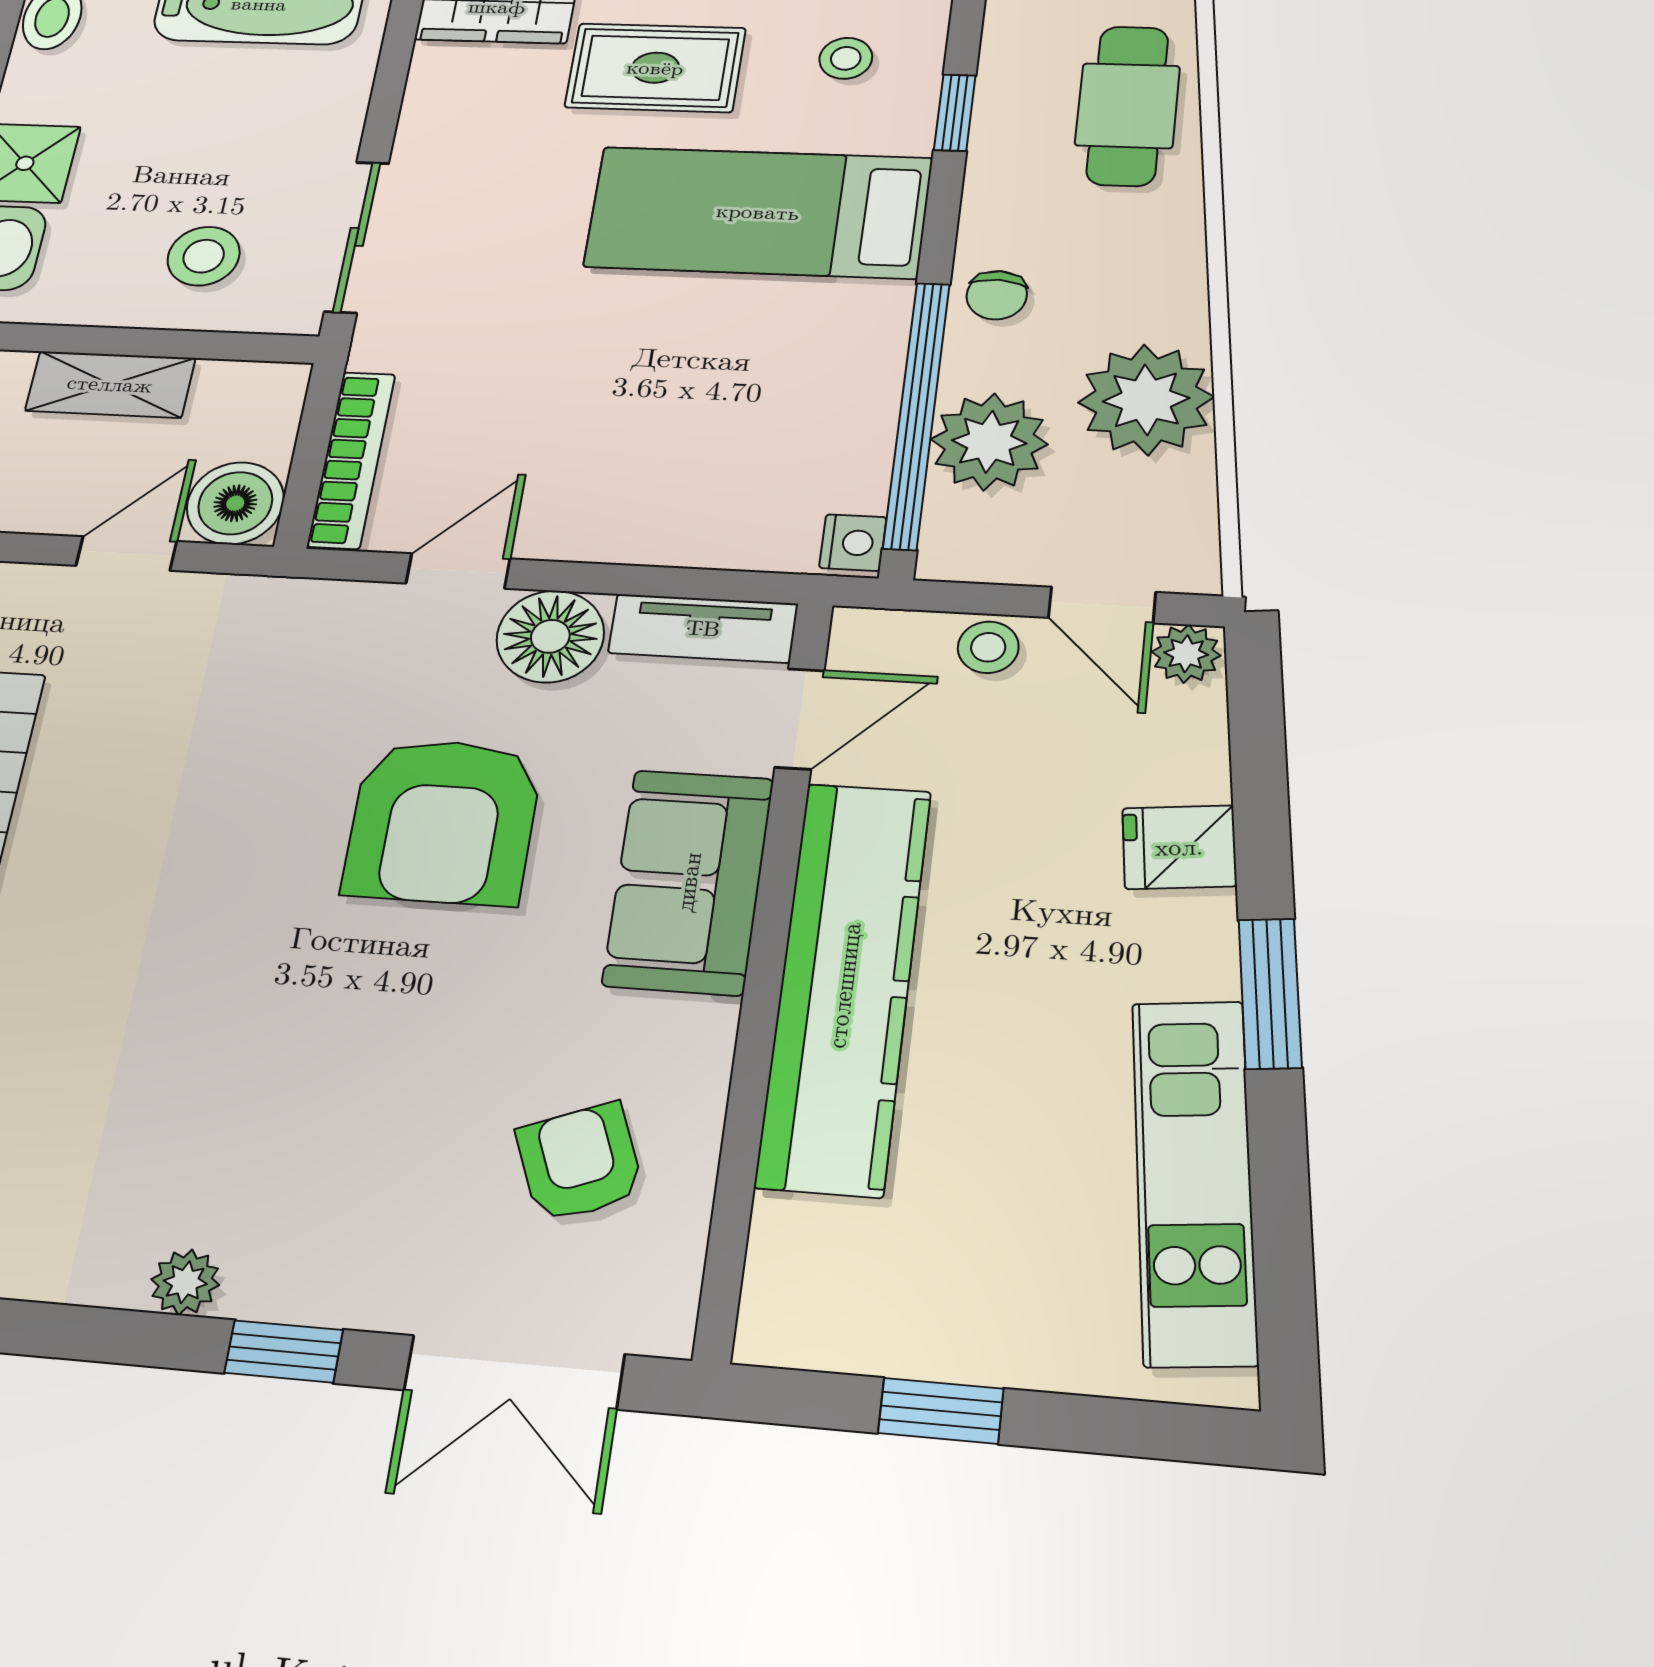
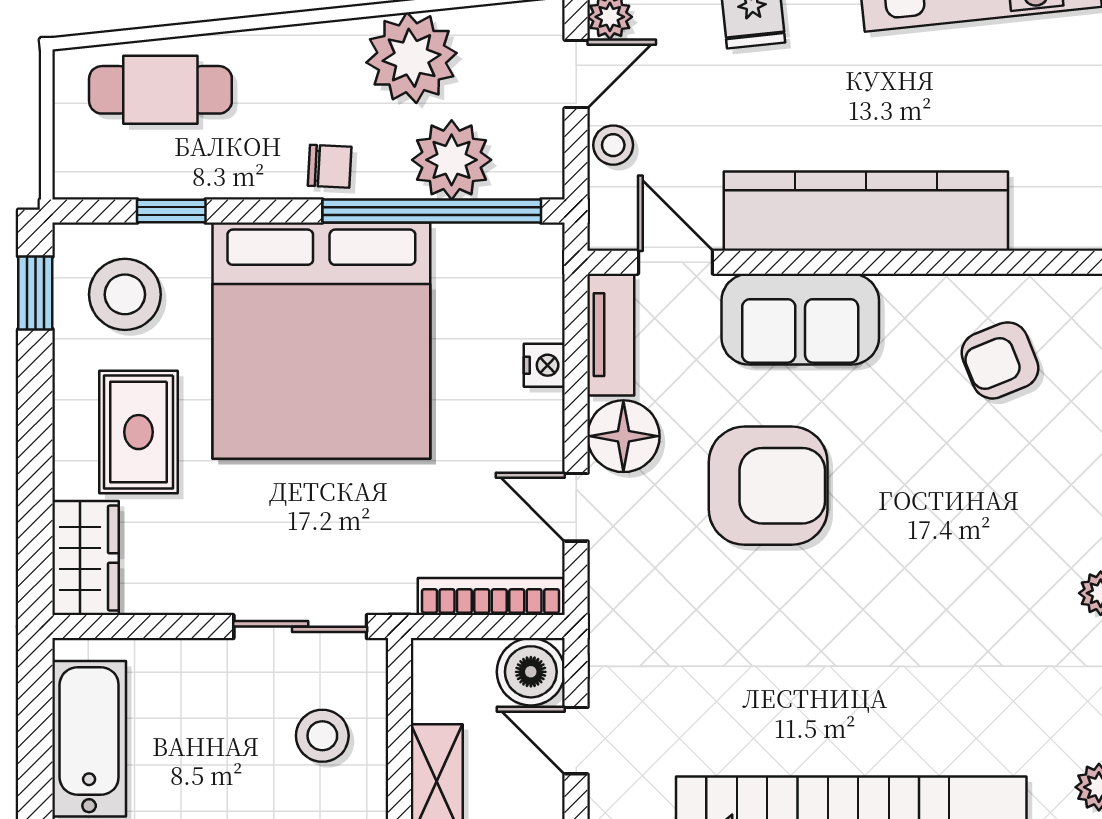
stool: (846, 58) -> (125, 294), width x1.89, depth x1.89
bed: (758, 212) -> (321, 341), width x2.04
nightstand: (853, 543) -> (544, 365), moved, turned 90

